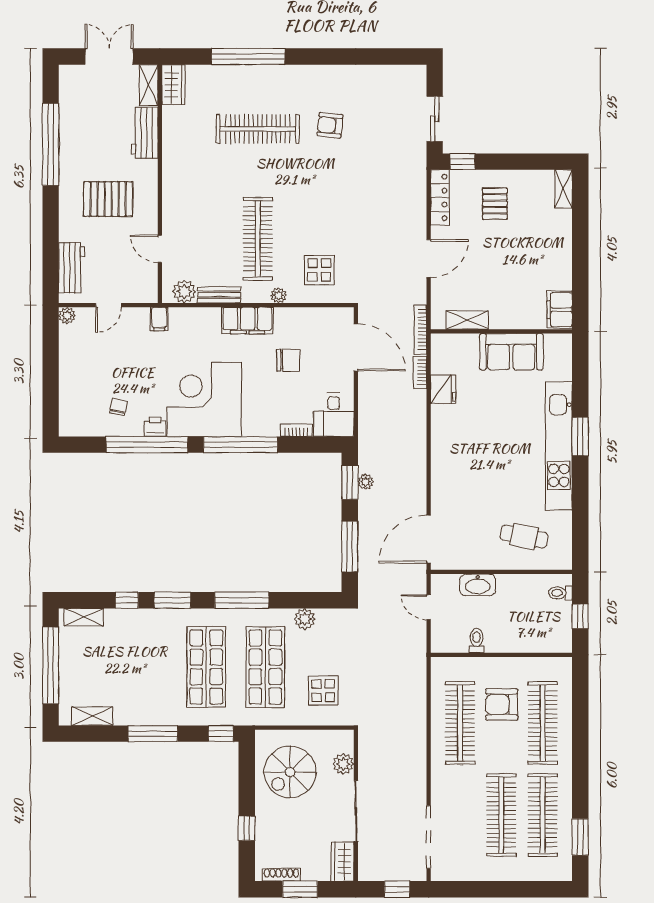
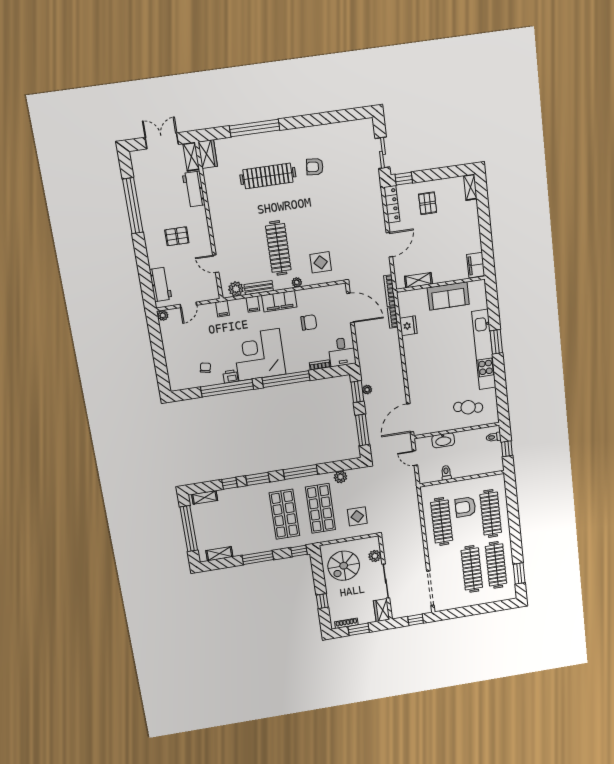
pallet: (108, 199) -> (177, 236), width x0.67, depth x0.71
filing cabinet: (206, 319) -> (253, 304), added

